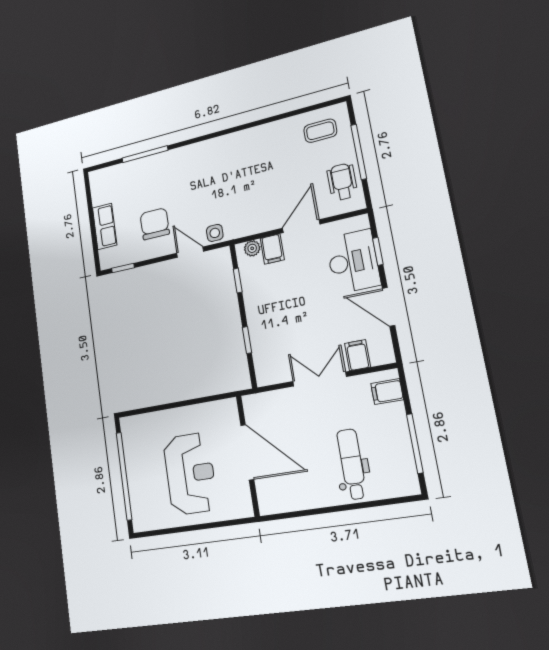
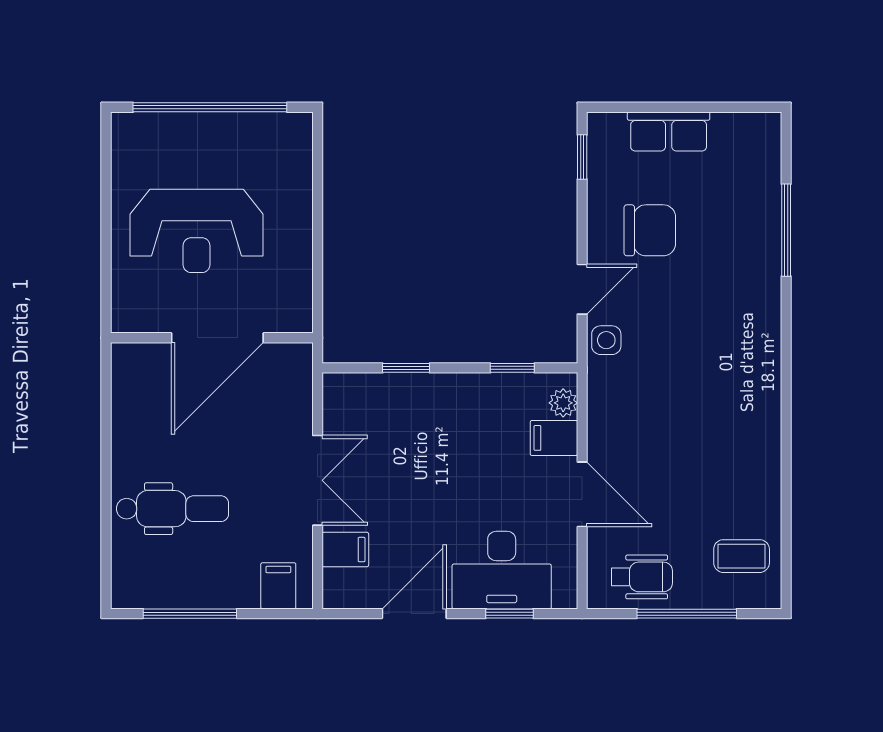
coffee table: (320, 131) -> (742, 556), turned 90

